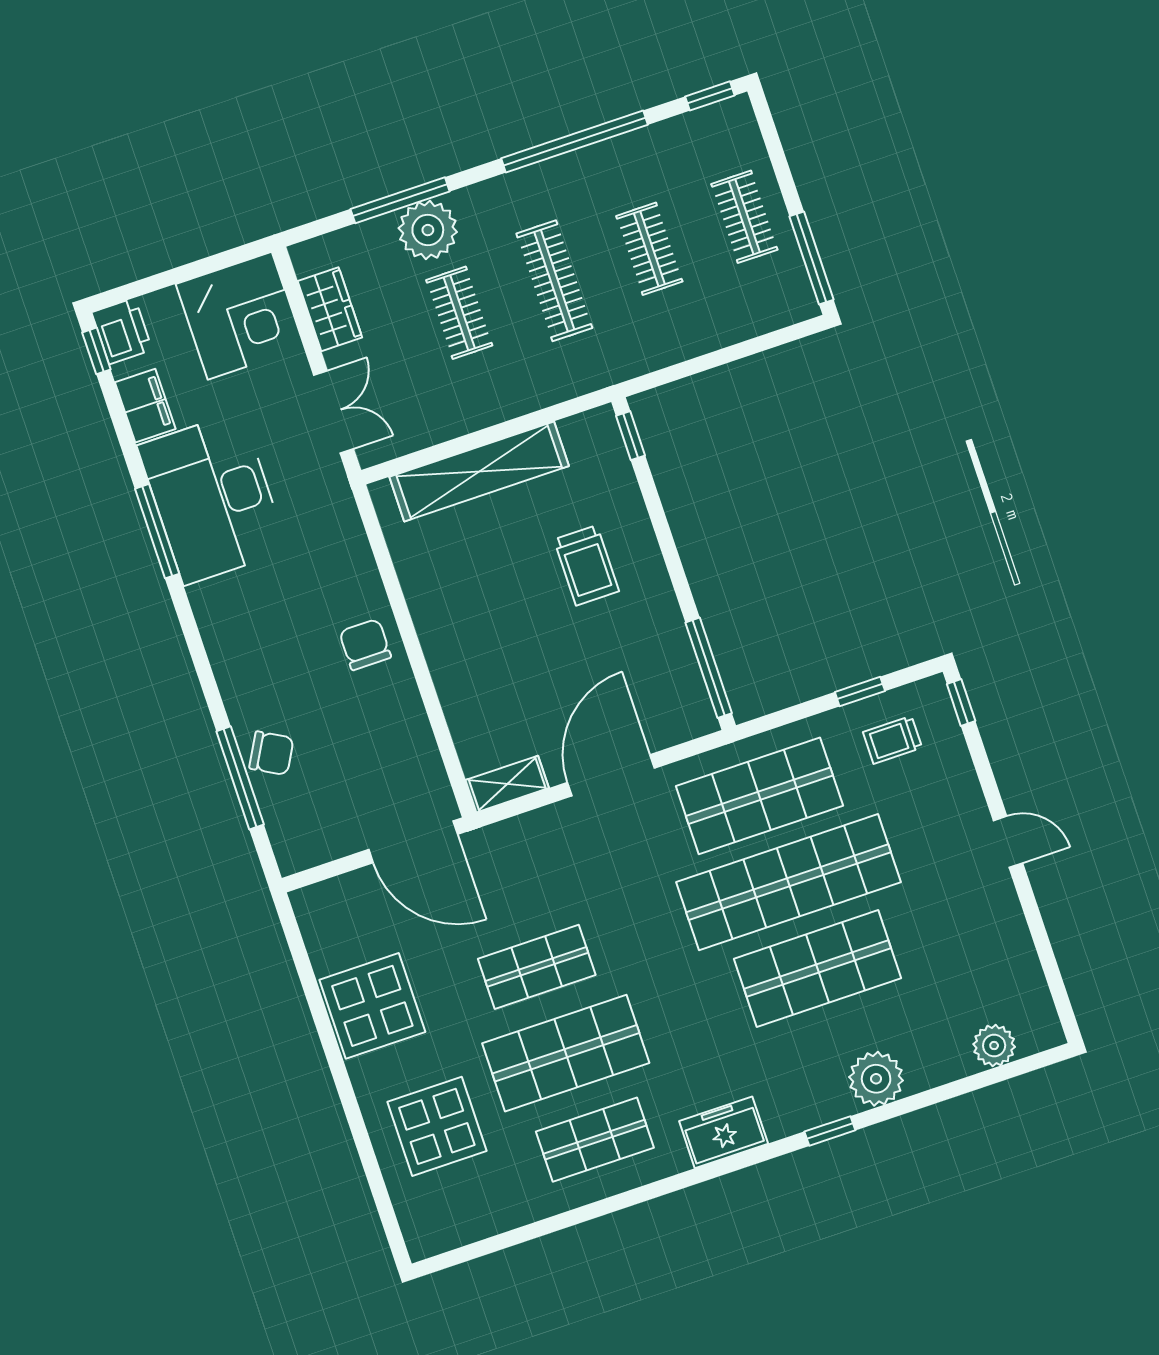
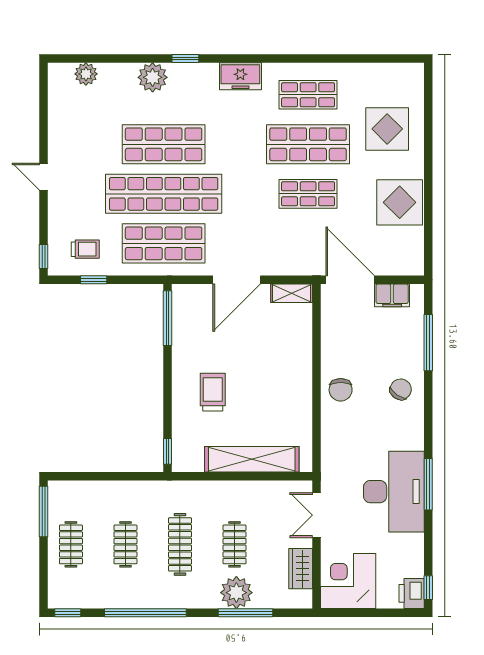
filing cabinet: (145, 406) -> (392, 295), moved, turned -90
chair: (271, 753) -> (401, 389), moved, turned 96

